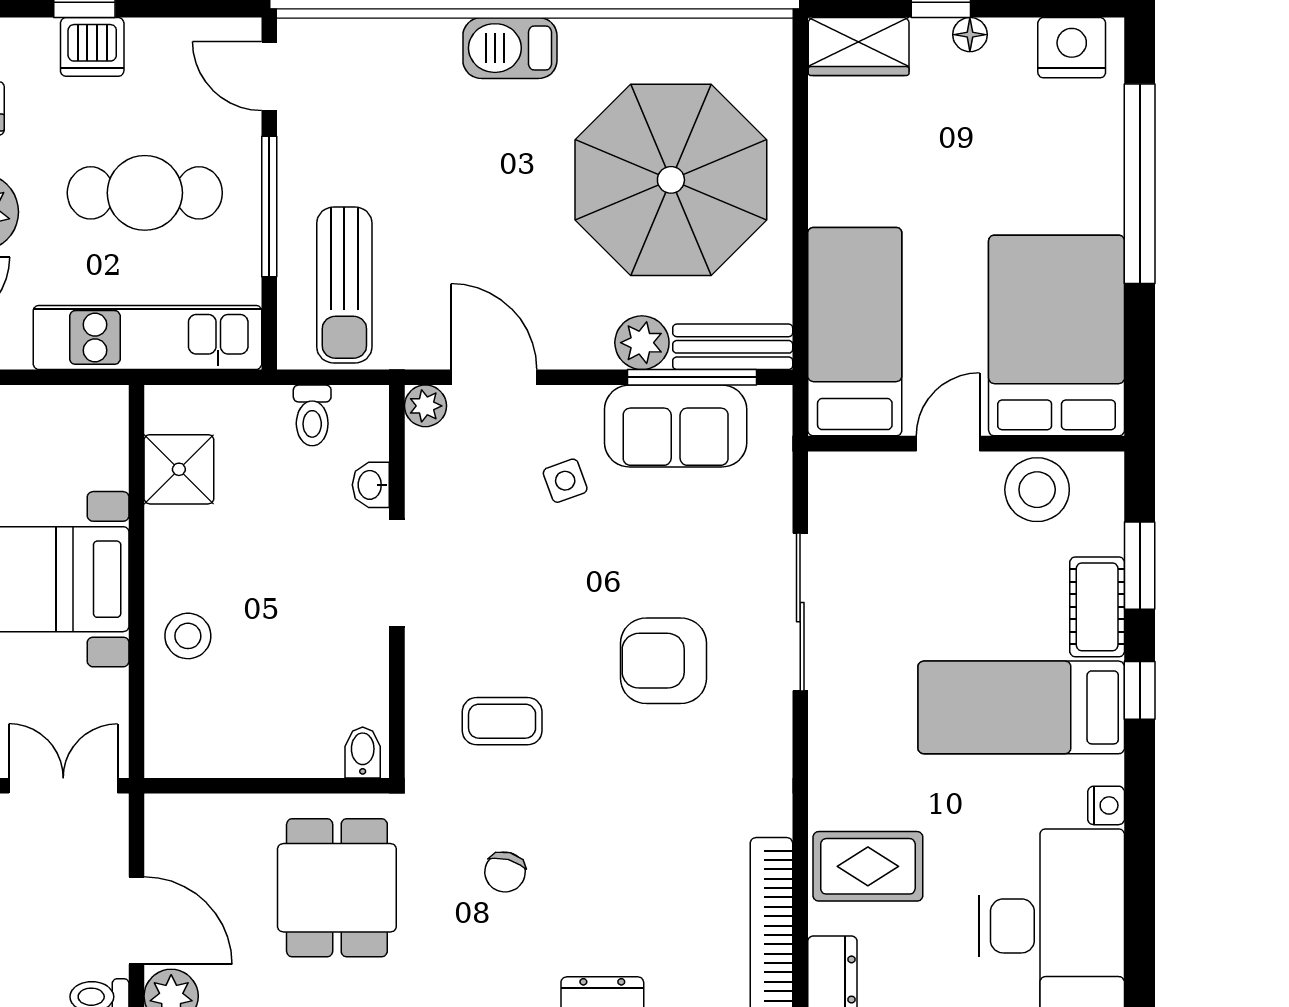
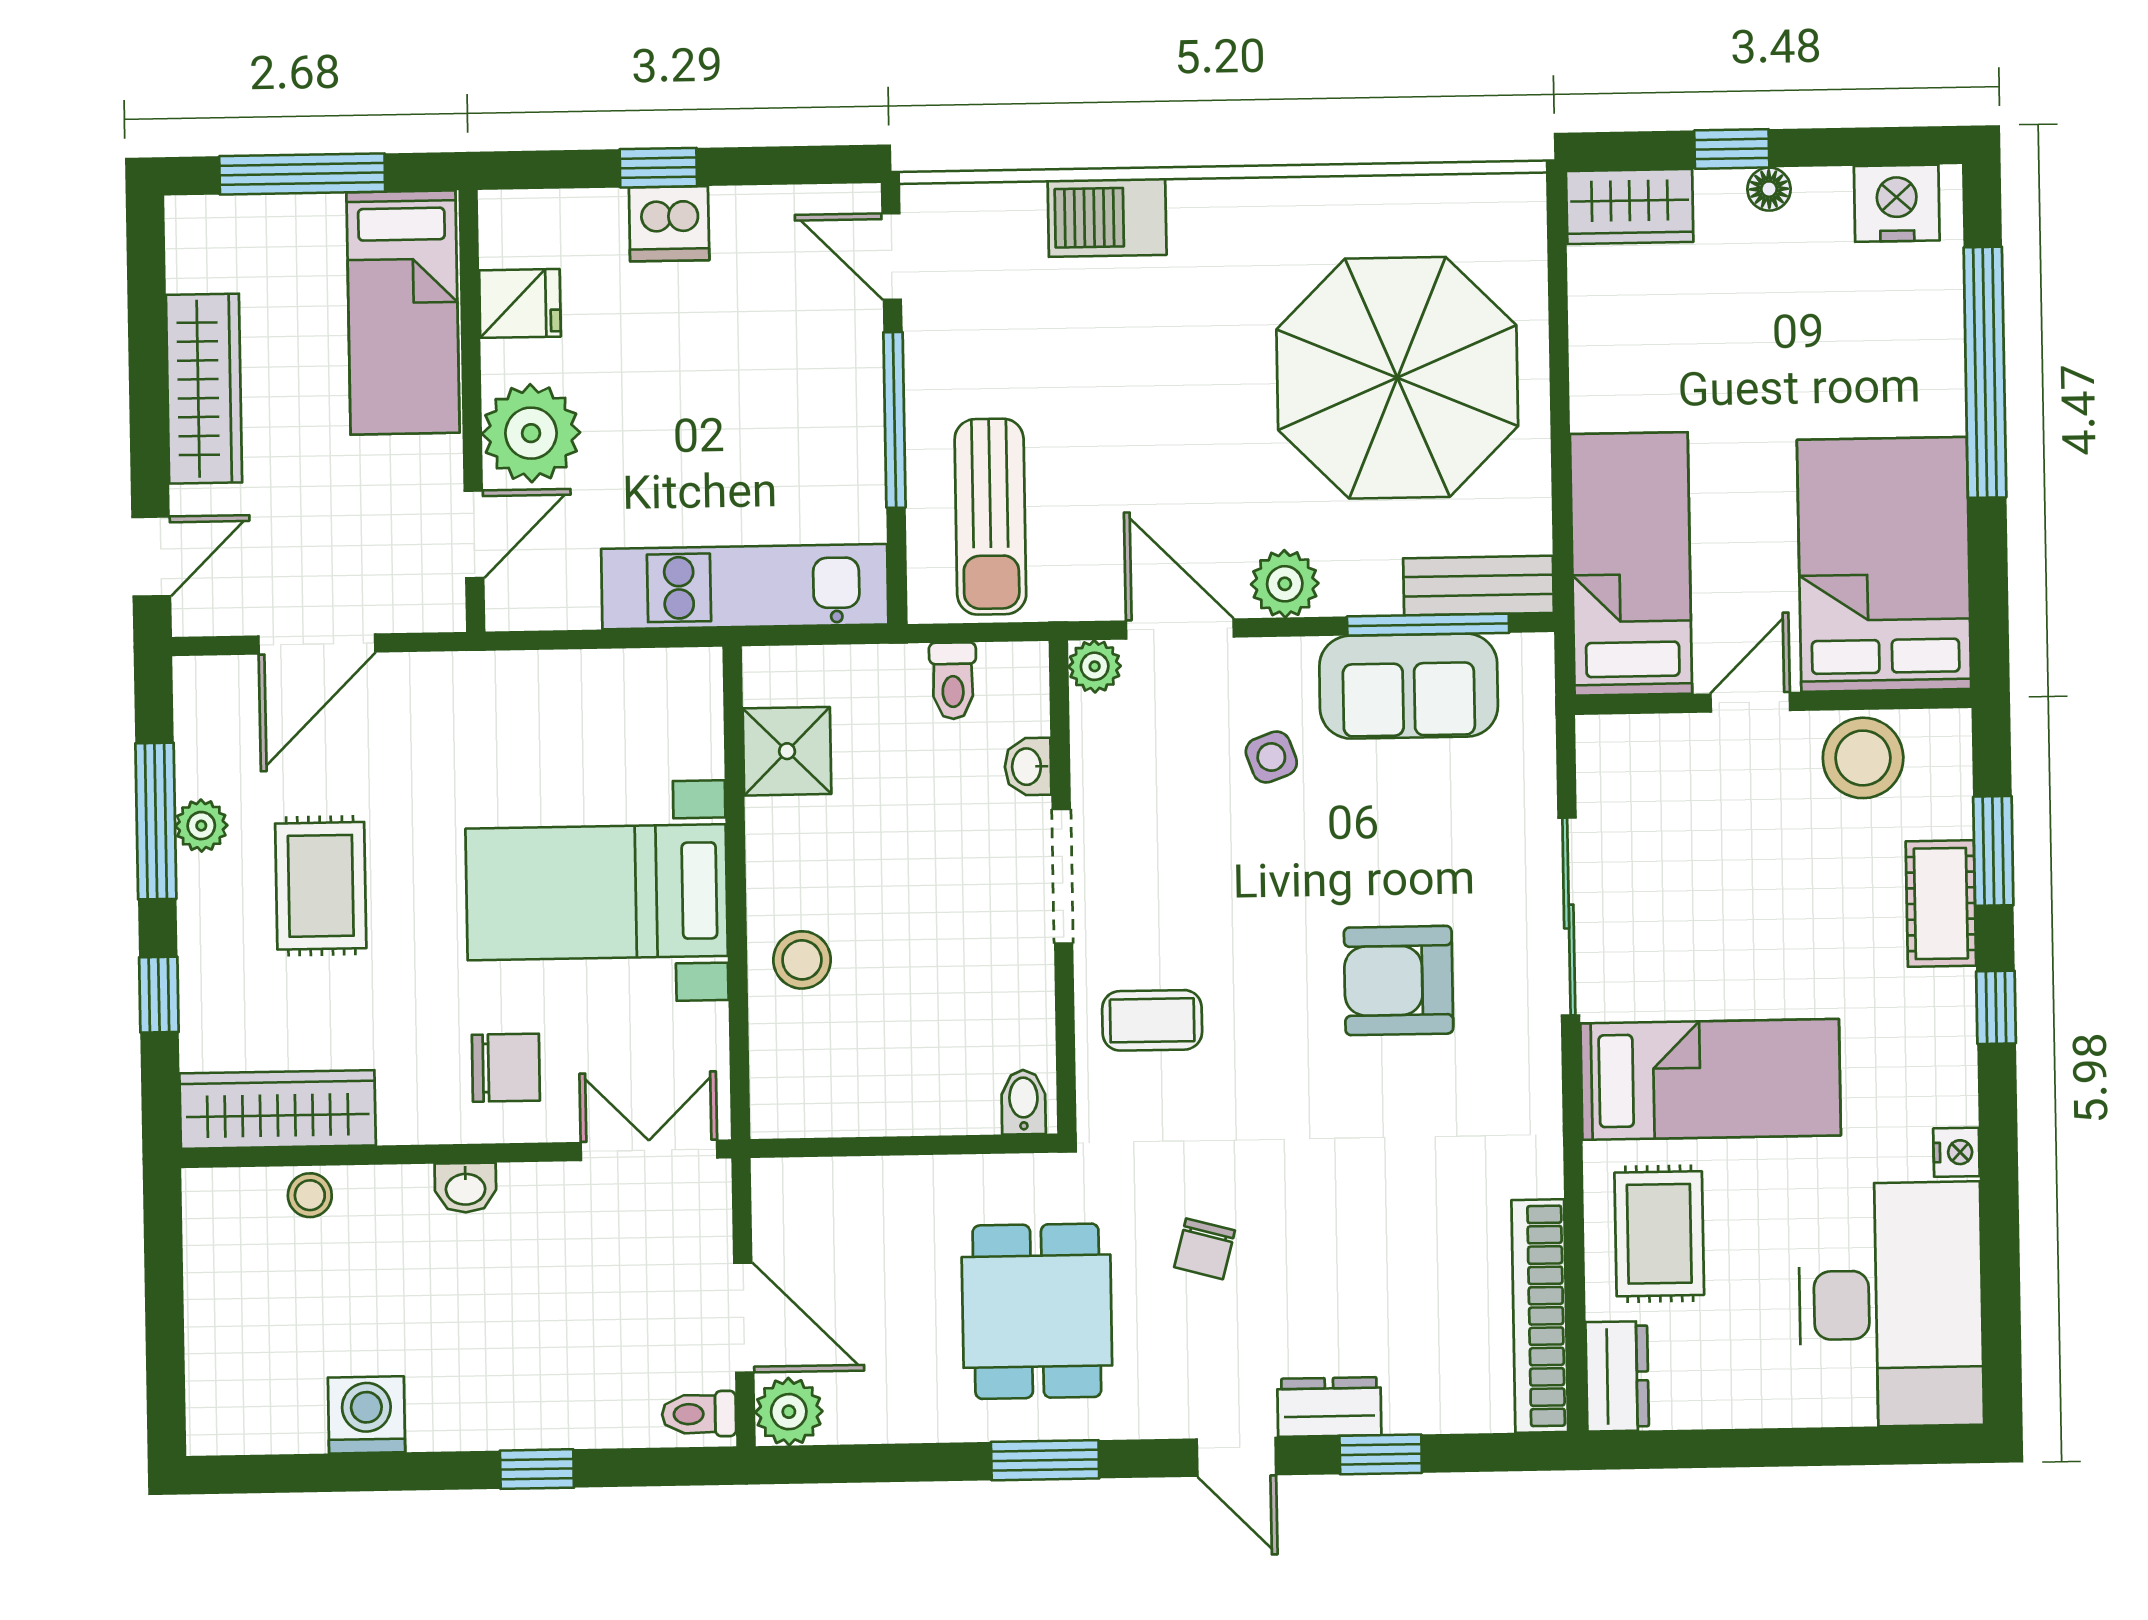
barbecue: (510, 48) -> (1107, 217), moved
cafe table: (145, 193) -> (738, 406), removed
plant: (642, 343) -> (1285, 584), moved
bed: (1021, 707) -> (1711, 1079), moved, turned 180
coffee table: (502, 721) -> (1152, 1020), moved
rug: (868, 866) -> (1659, 1234), turned 90
dining table: (337, 888) -> (1037, 1311), moved

